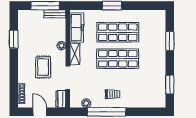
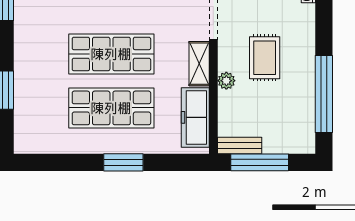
window: (14, 39) -> (324, 94), width x2.11
rug: (43, 67) -> (265, 58), moved

